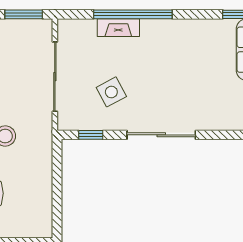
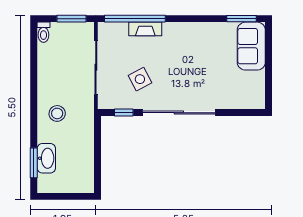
window: (133, 14) -> (135, 19), moved
sliding door: (161, 135) -> (179, 113), width x1.36

